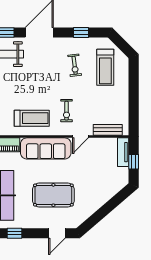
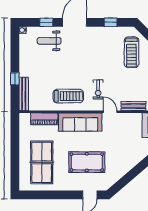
exercise bike: (75, 65) -> (105, 51), removed
door: (81, 137) -> (110, 112), swing flipped
window: (14, 233) -> (53, 195), removed

